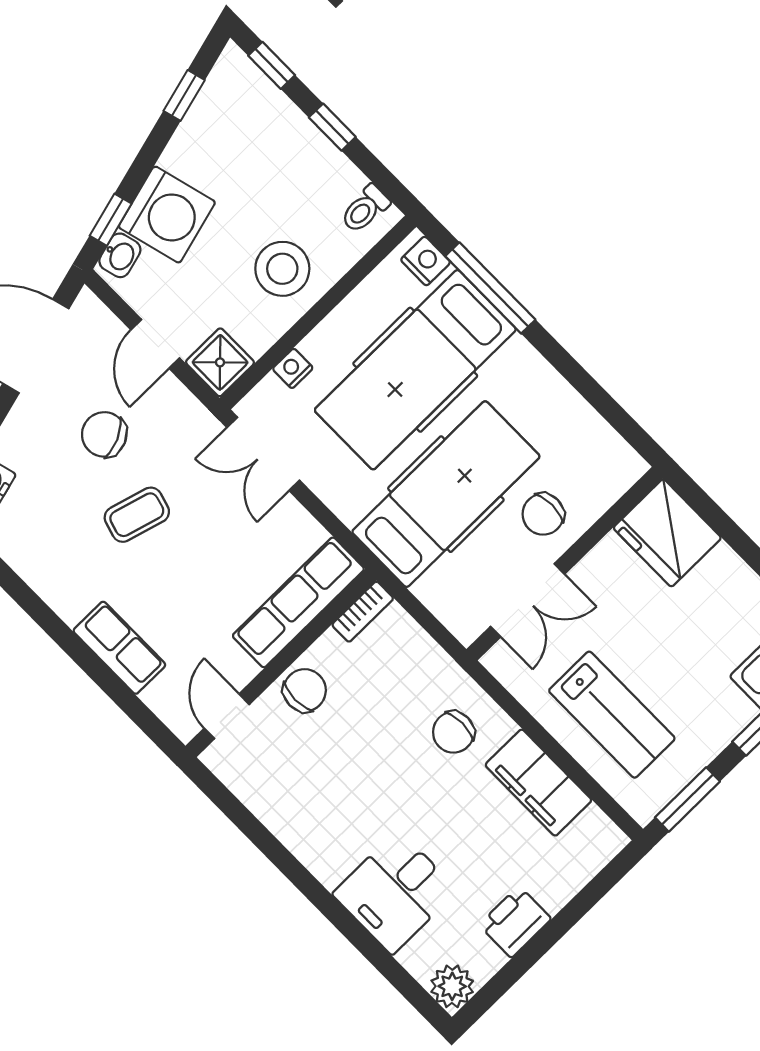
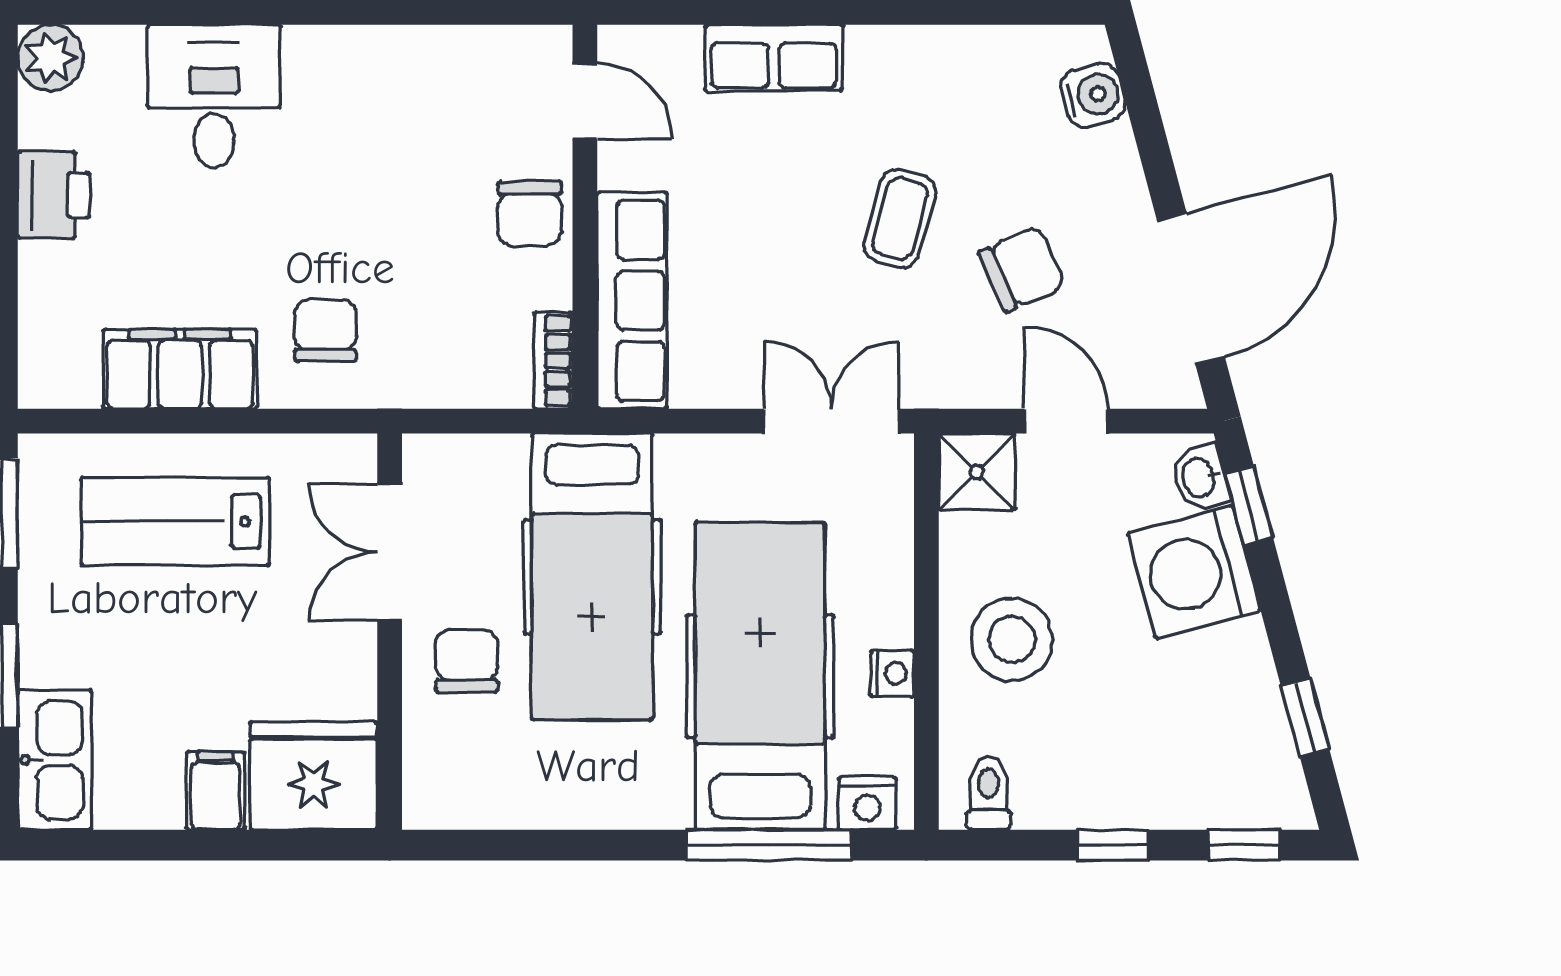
nightstand: (293, 368) -> (892, 674), moved
filing cabinet: (719, 572) -> (216, 791), added

